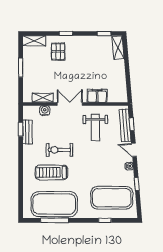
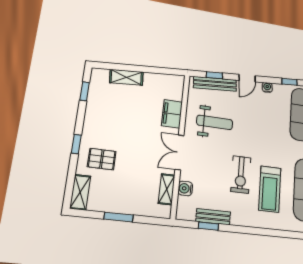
shelving: (118, 48) -> (126, 77), moved

